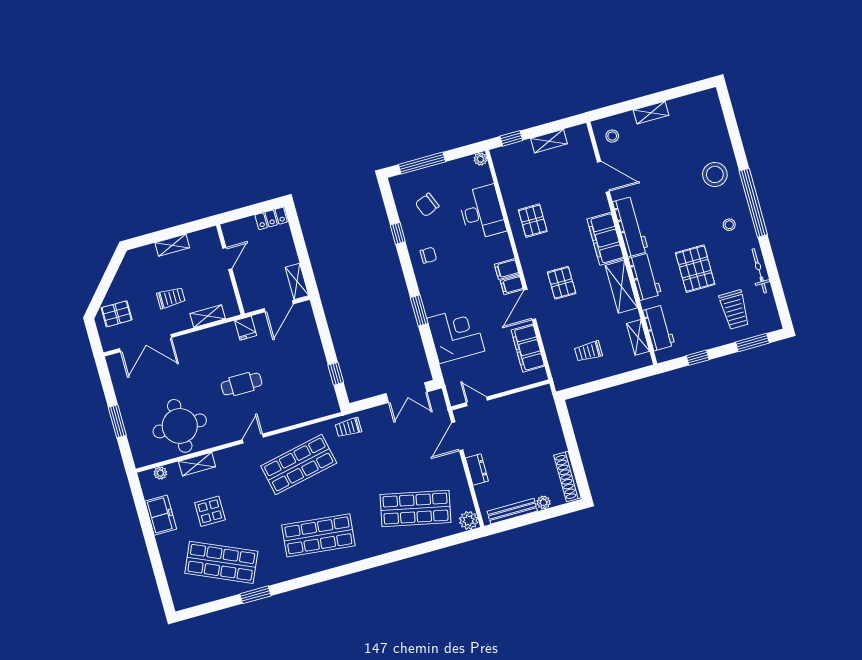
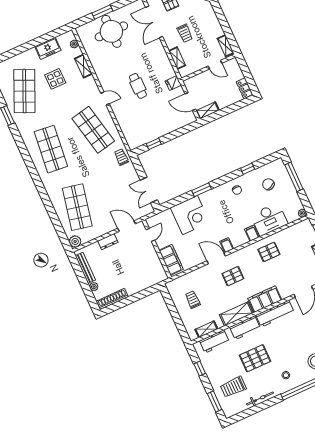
shelving: (172, 245) -> (226, 46), moved
filing cabinet: (507, 269) -> (252, 233), moved
filing cabinet: (528, 348) -> (171, 260), moved, turned 90
round table: (180, 426) -> (111, 31), moved

